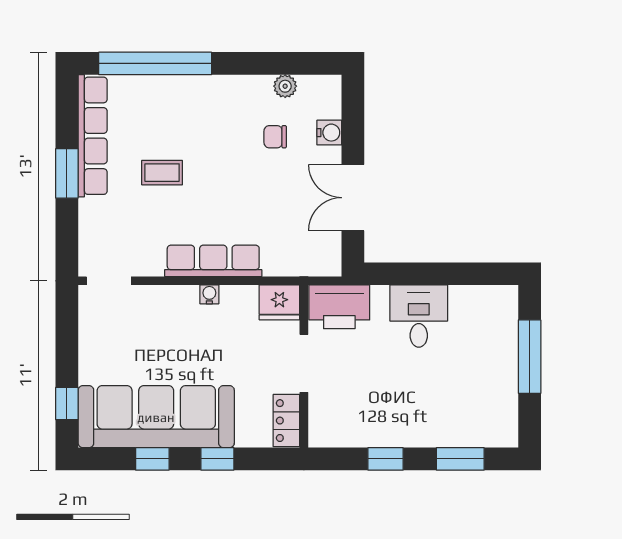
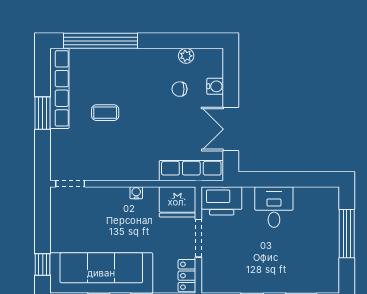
row of seats: (213, 261) -> (191, 171), moved
fridge: (279, 302) -> (177, 202), width x1.36, depth x1.34

